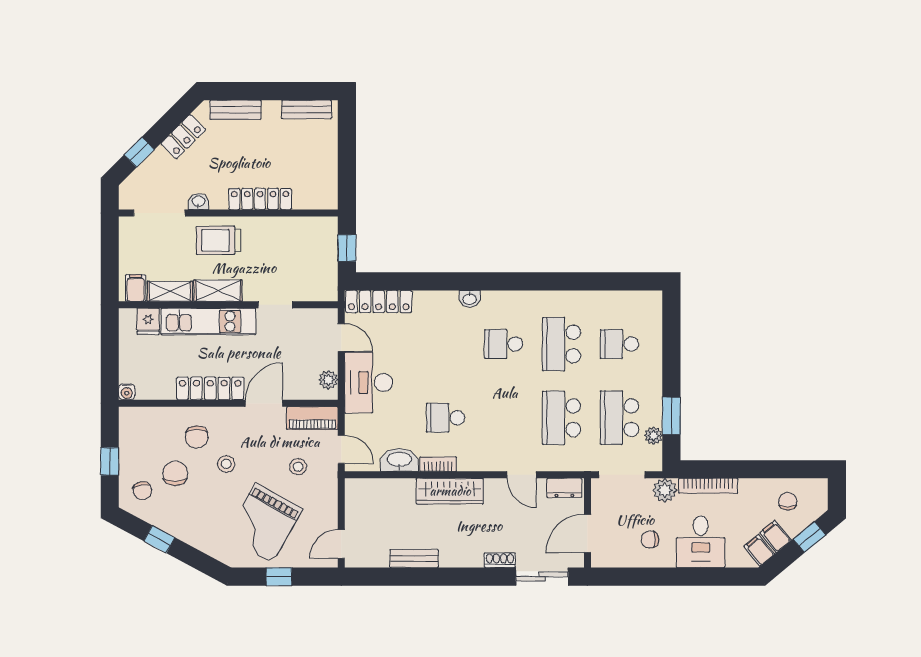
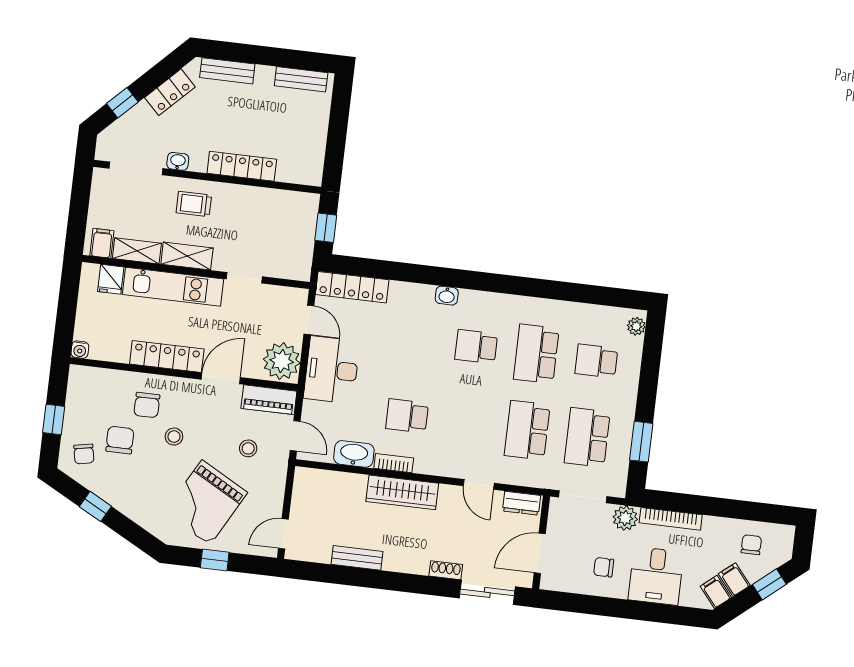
trolley: (219, 240) -> (194, 204), width x0.73, depth x0.72
plant: (328, 380) -> (282, 361), width x1.87, depth x1.87
plant: (654, 436) -> (636, 326), moved

